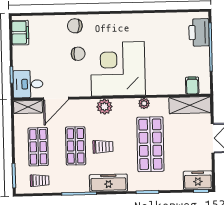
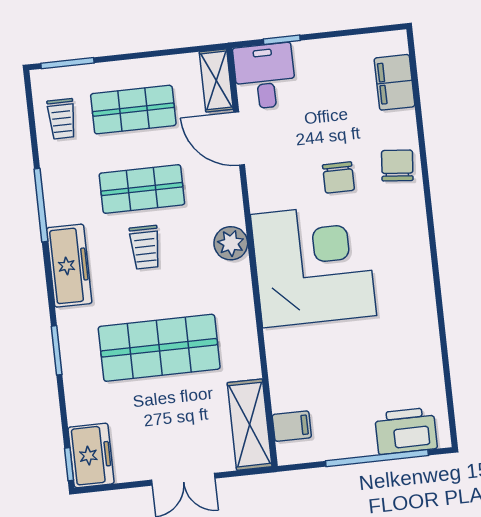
filing cabinet: (20, 33) -> (395, 82), moved, turned 90
plant: (144, 103) -> (245, 327), removed

